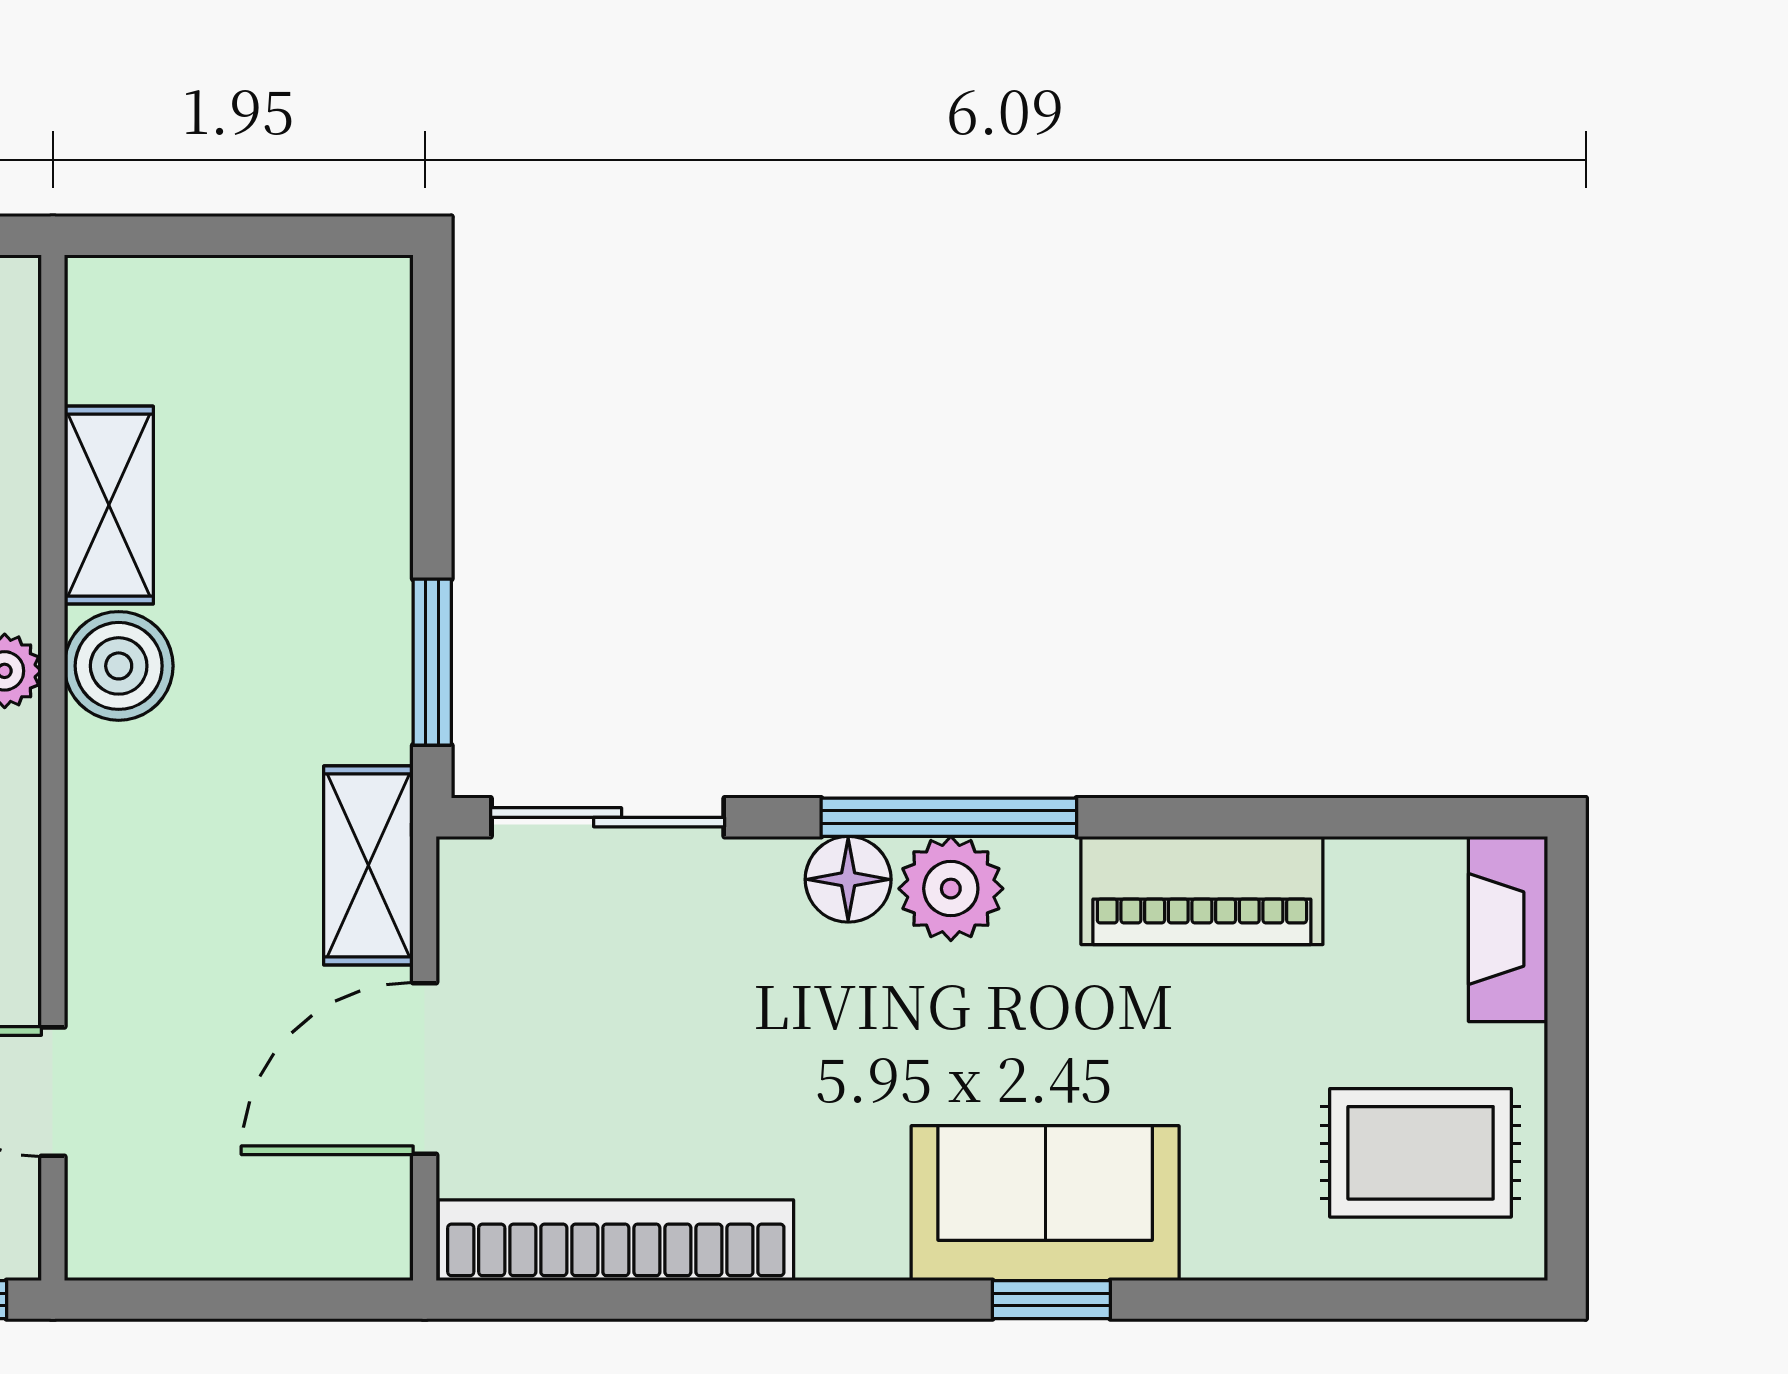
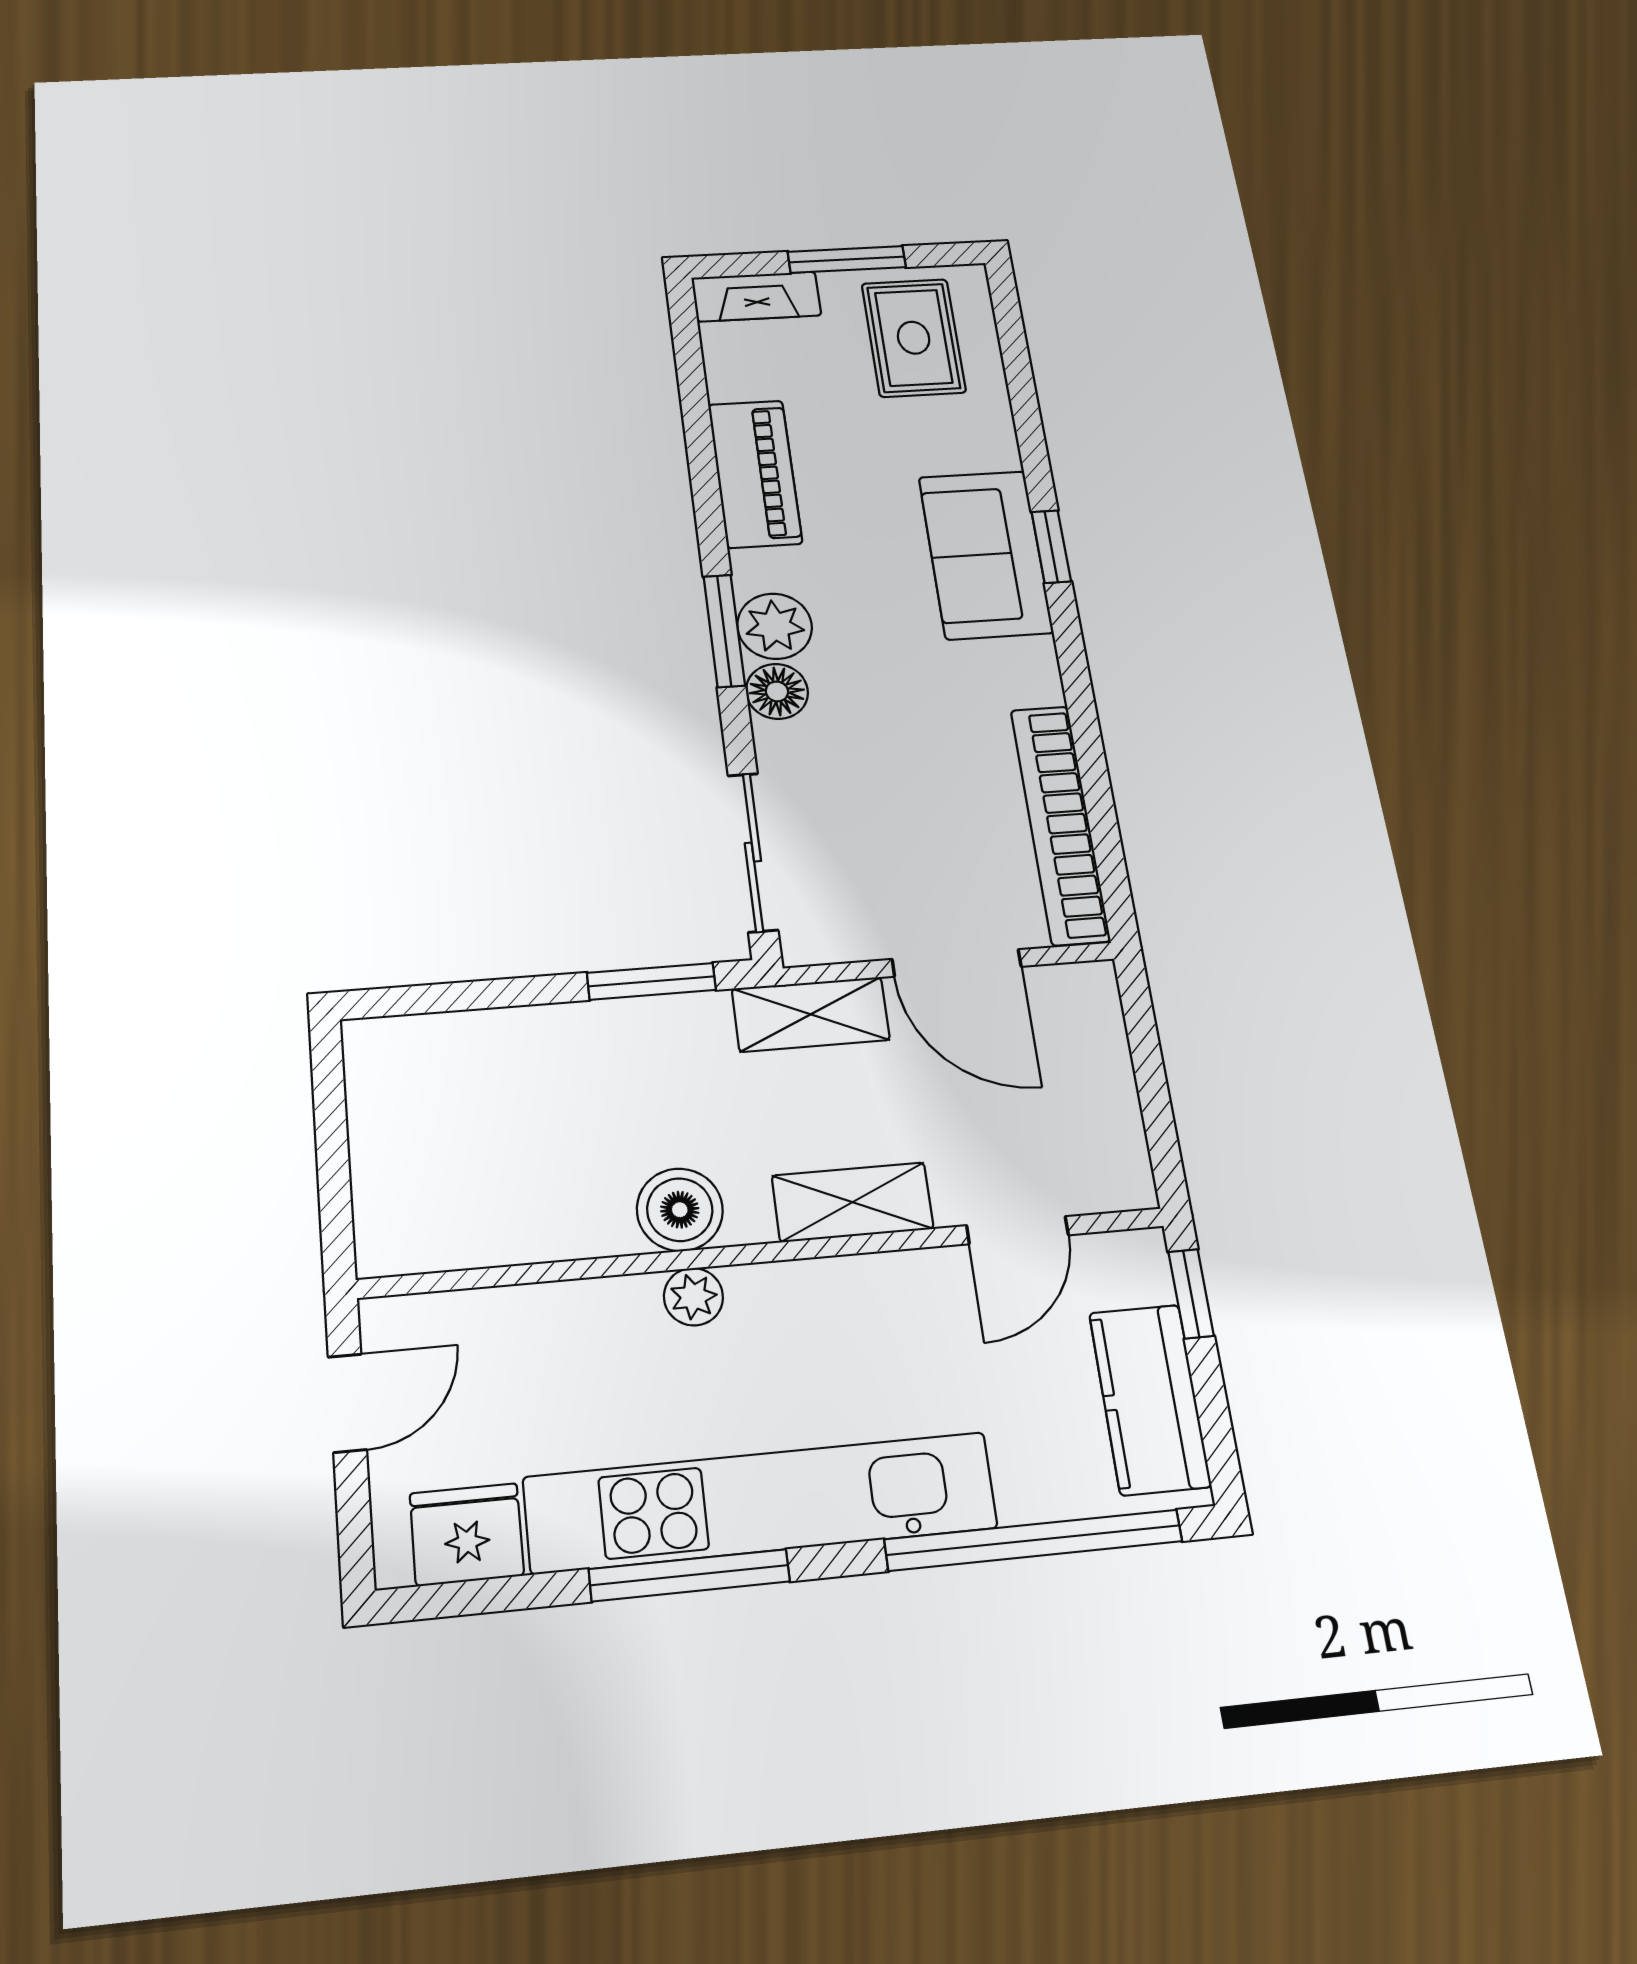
shelving: (109, 505) -> (853, 1202), moved
window: (949, 817) -> (724, 631), width x0.69
window: (1567, 1072) -> (847, 259), added

